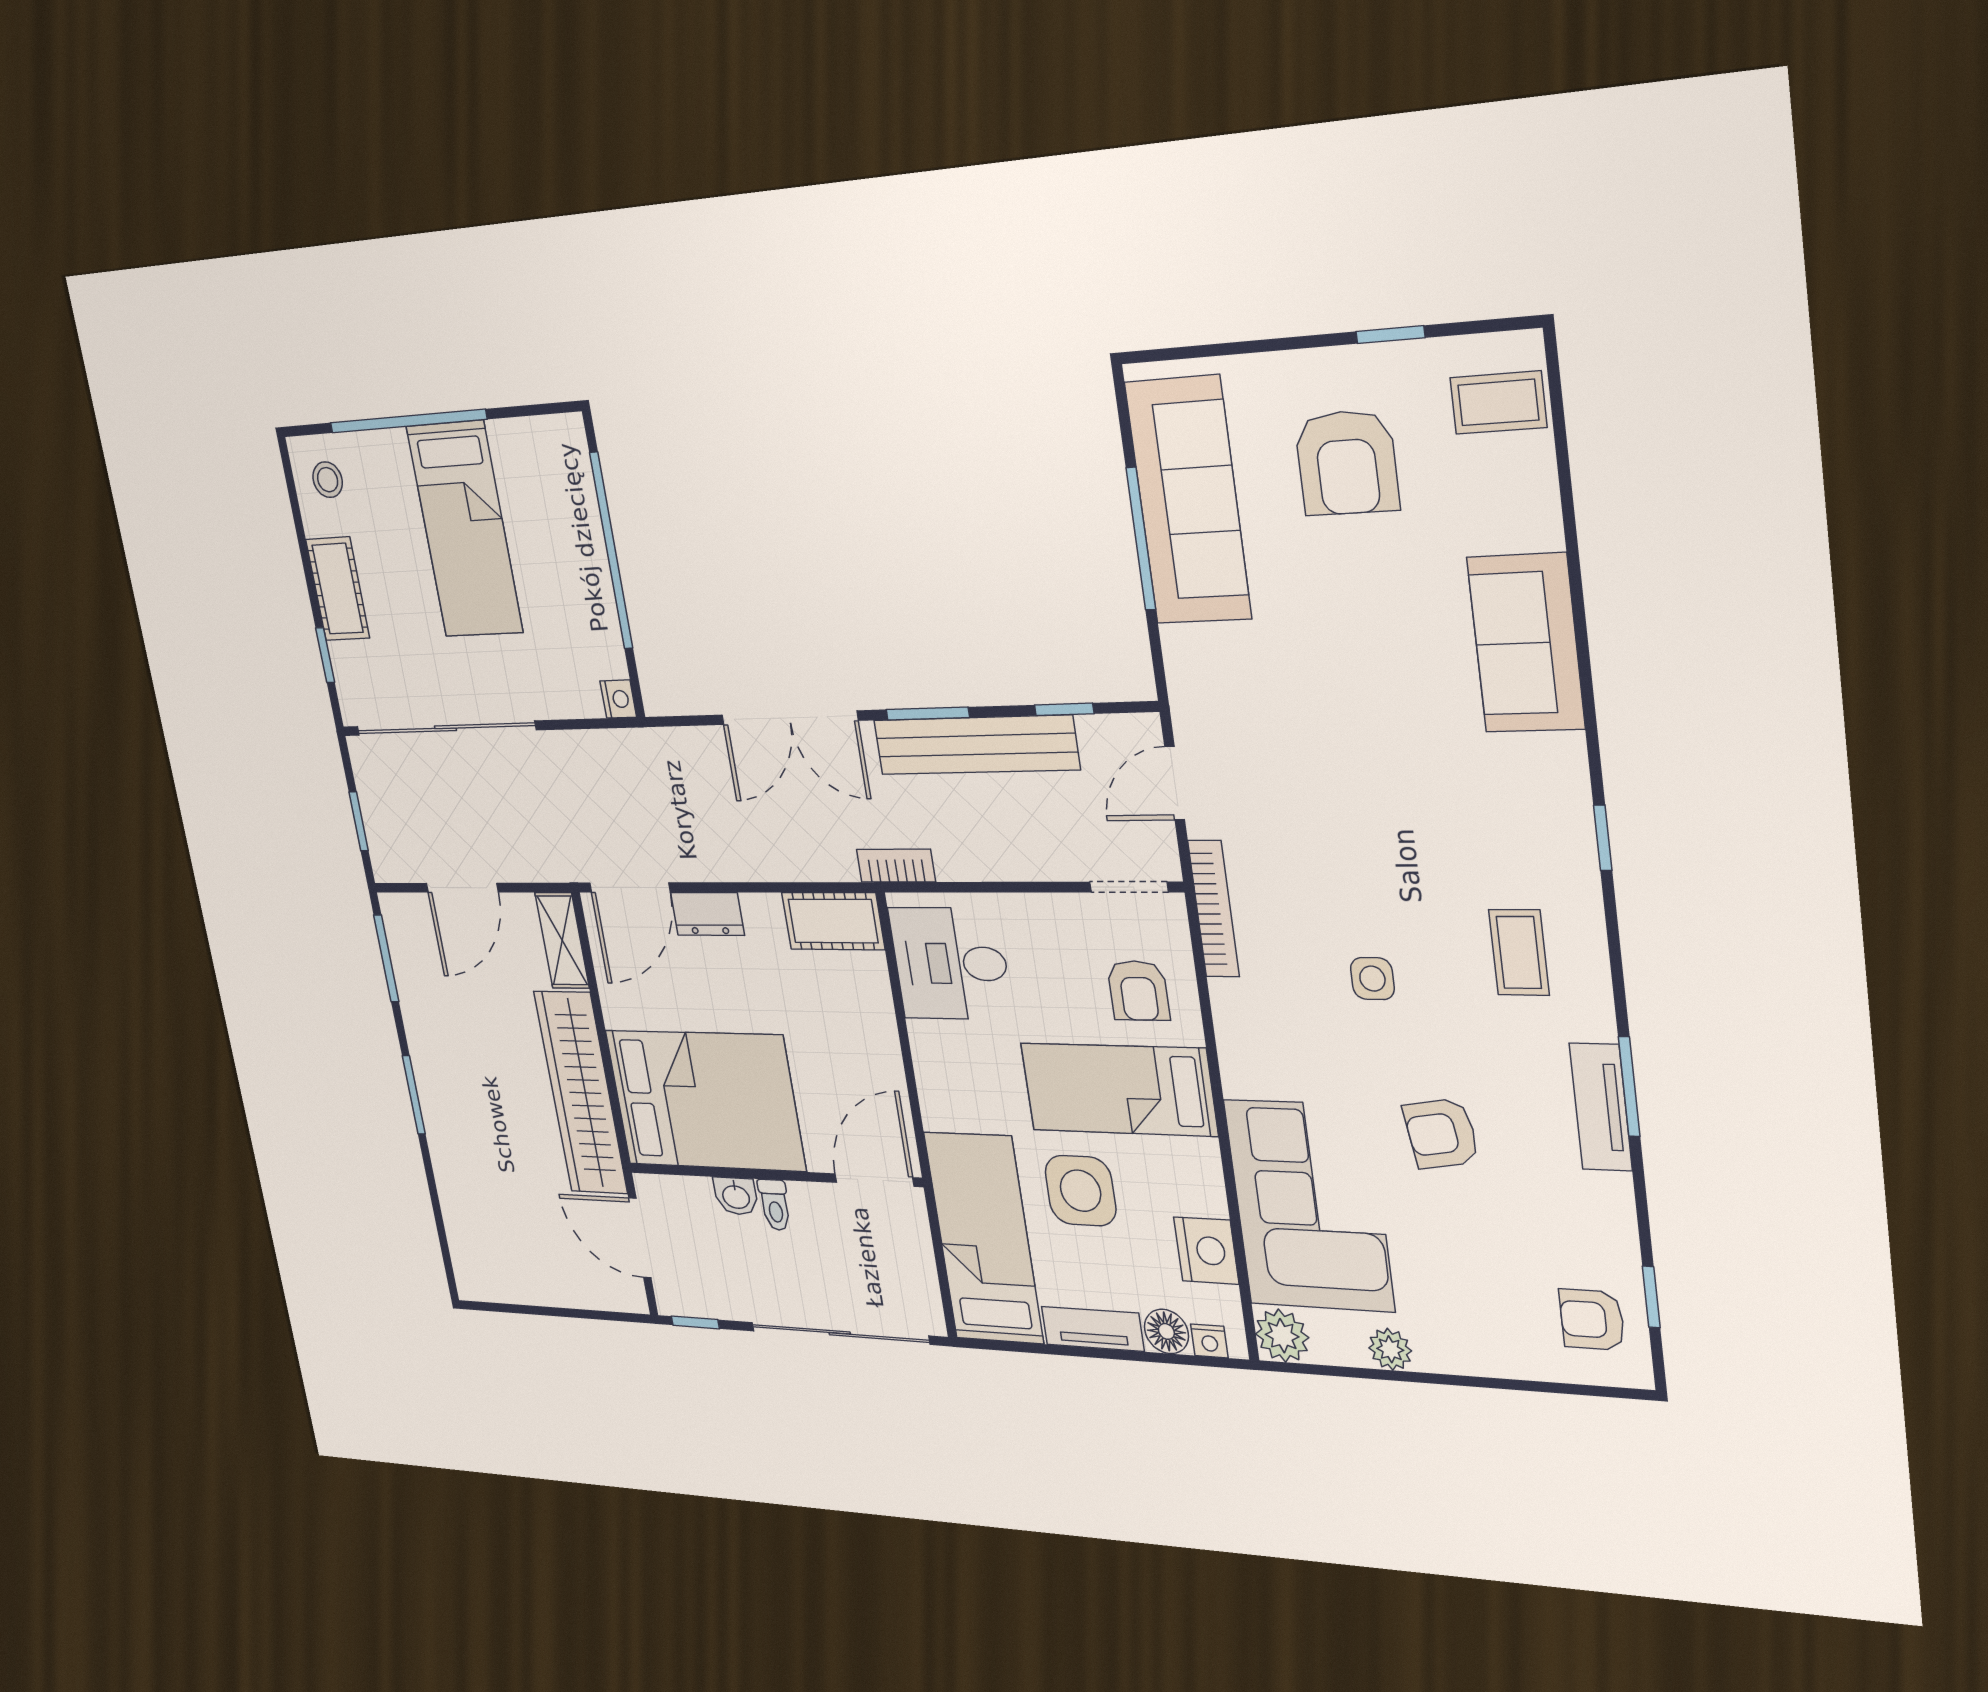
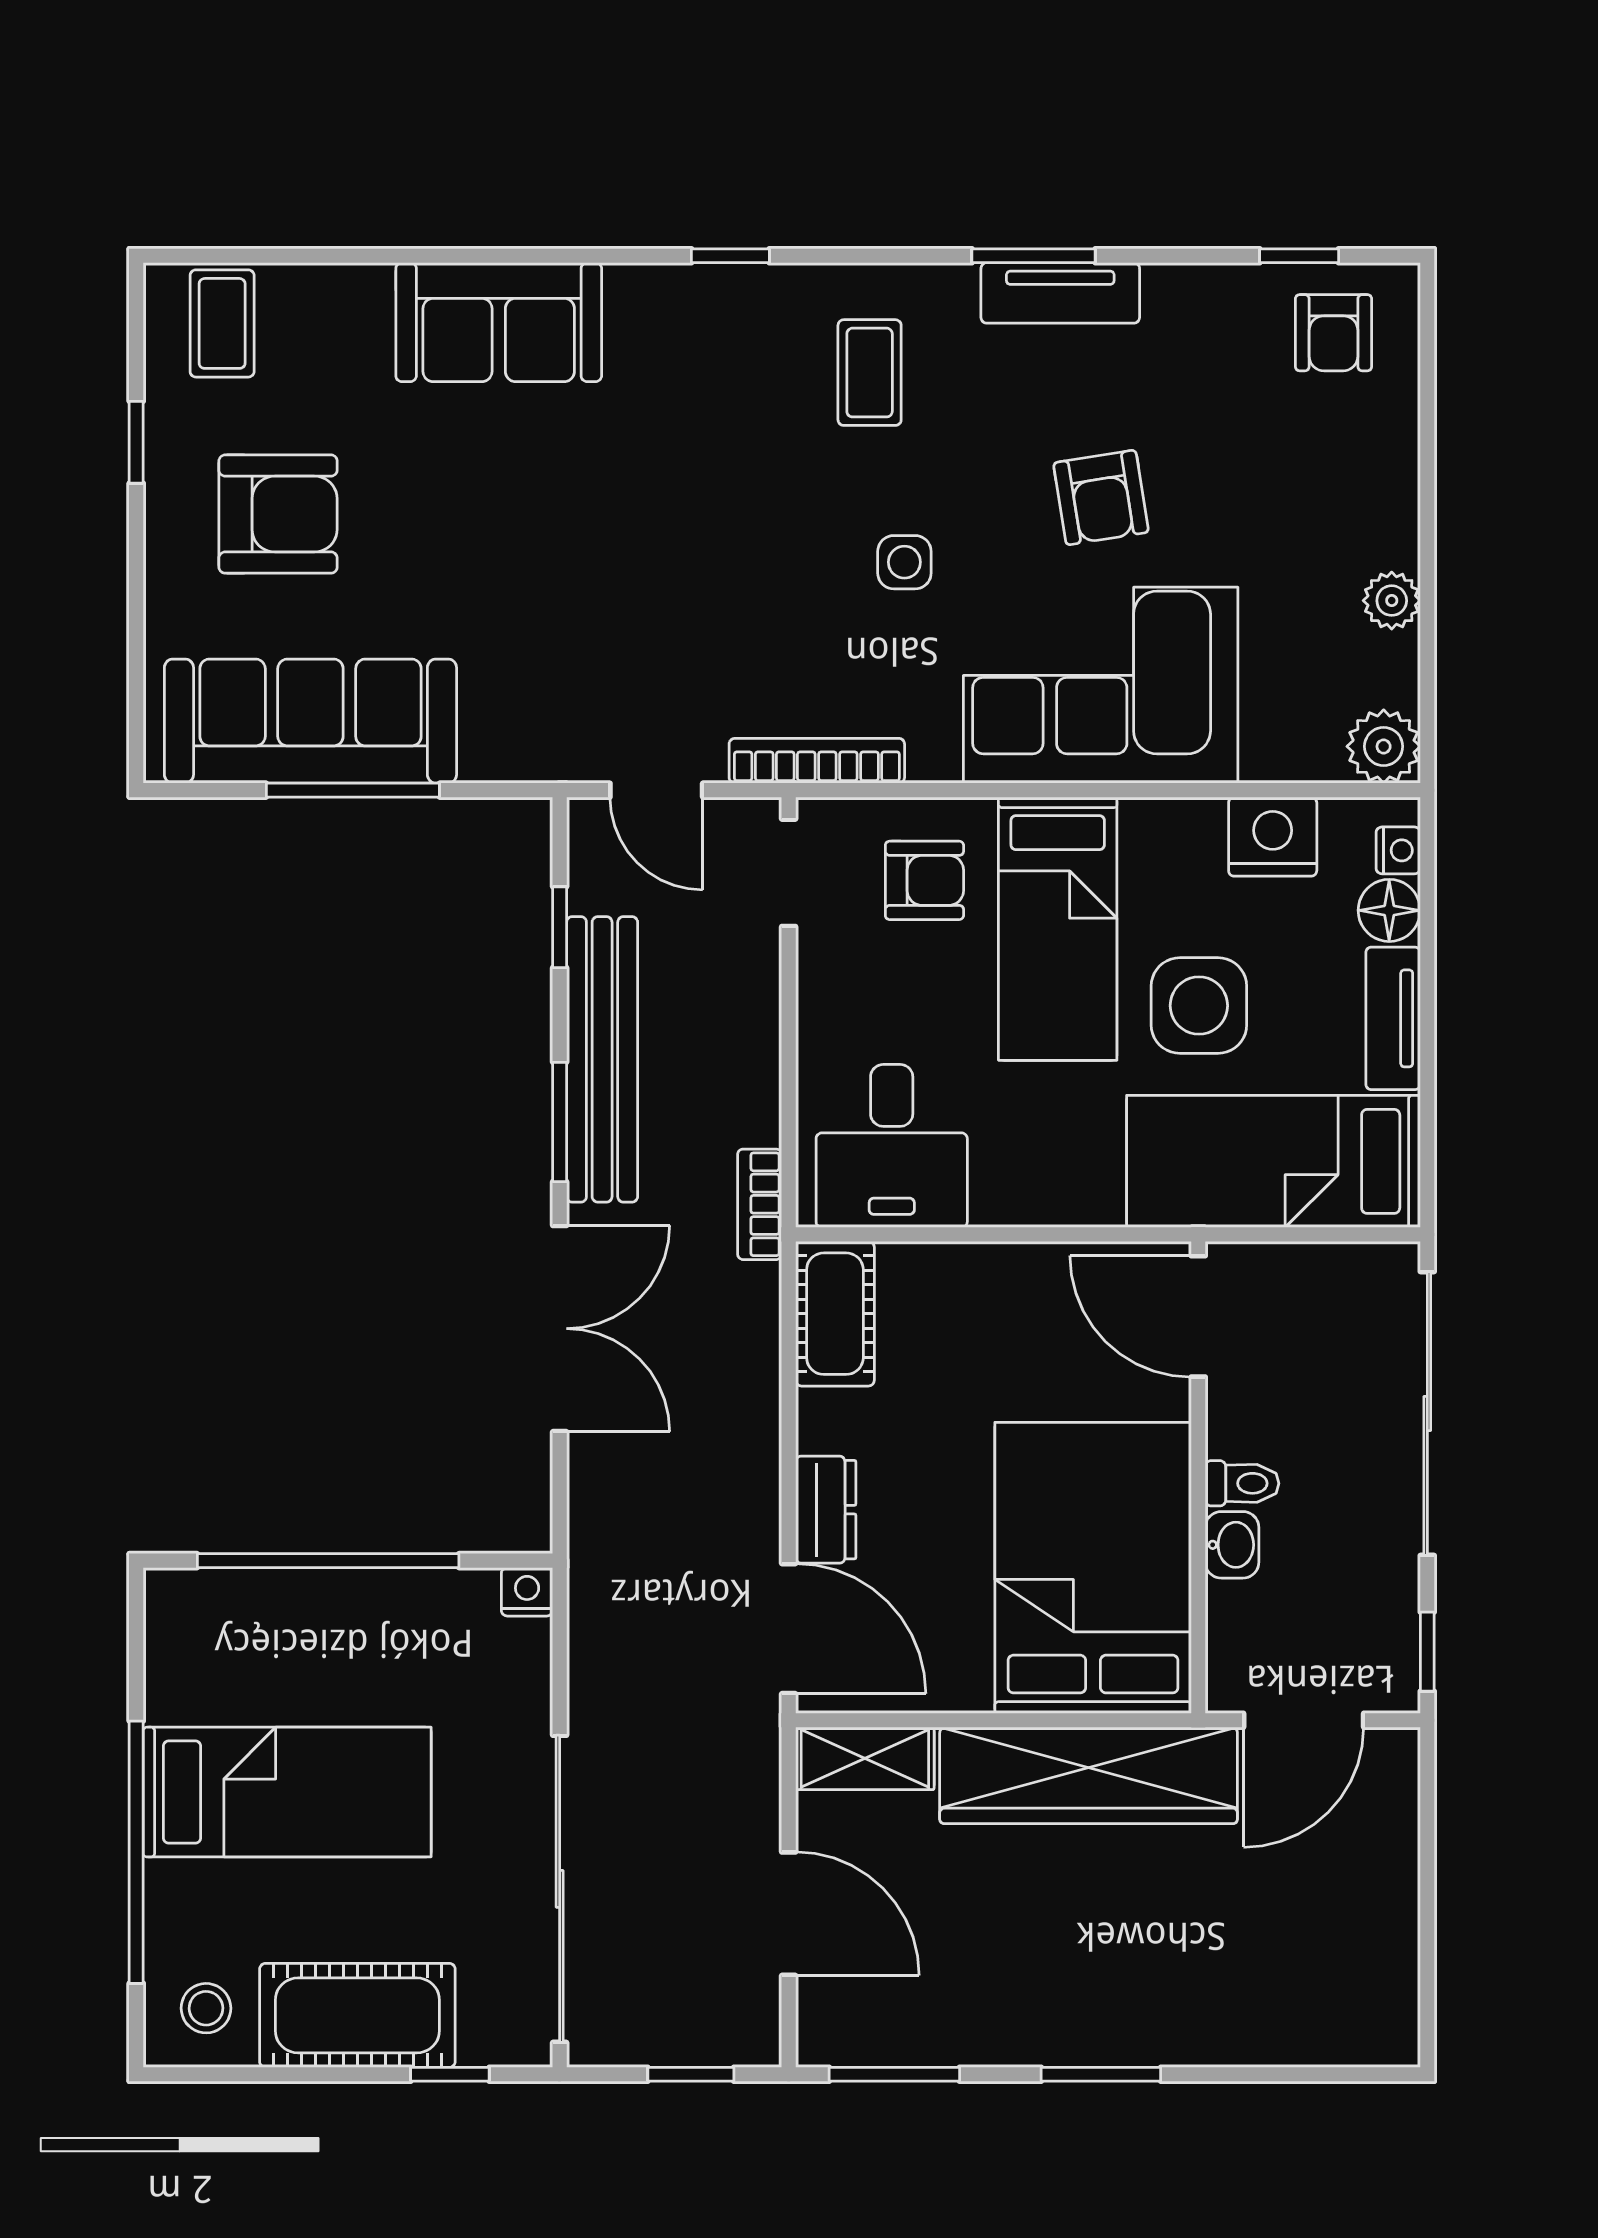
cot: (338, 589) -> (357, 2015), width x1.37, depth x1.34
coffee table: (1519, 952) -> (870, 373), turned 90
corner sofa: (1309, 1206) -> (1101, 685), moved

